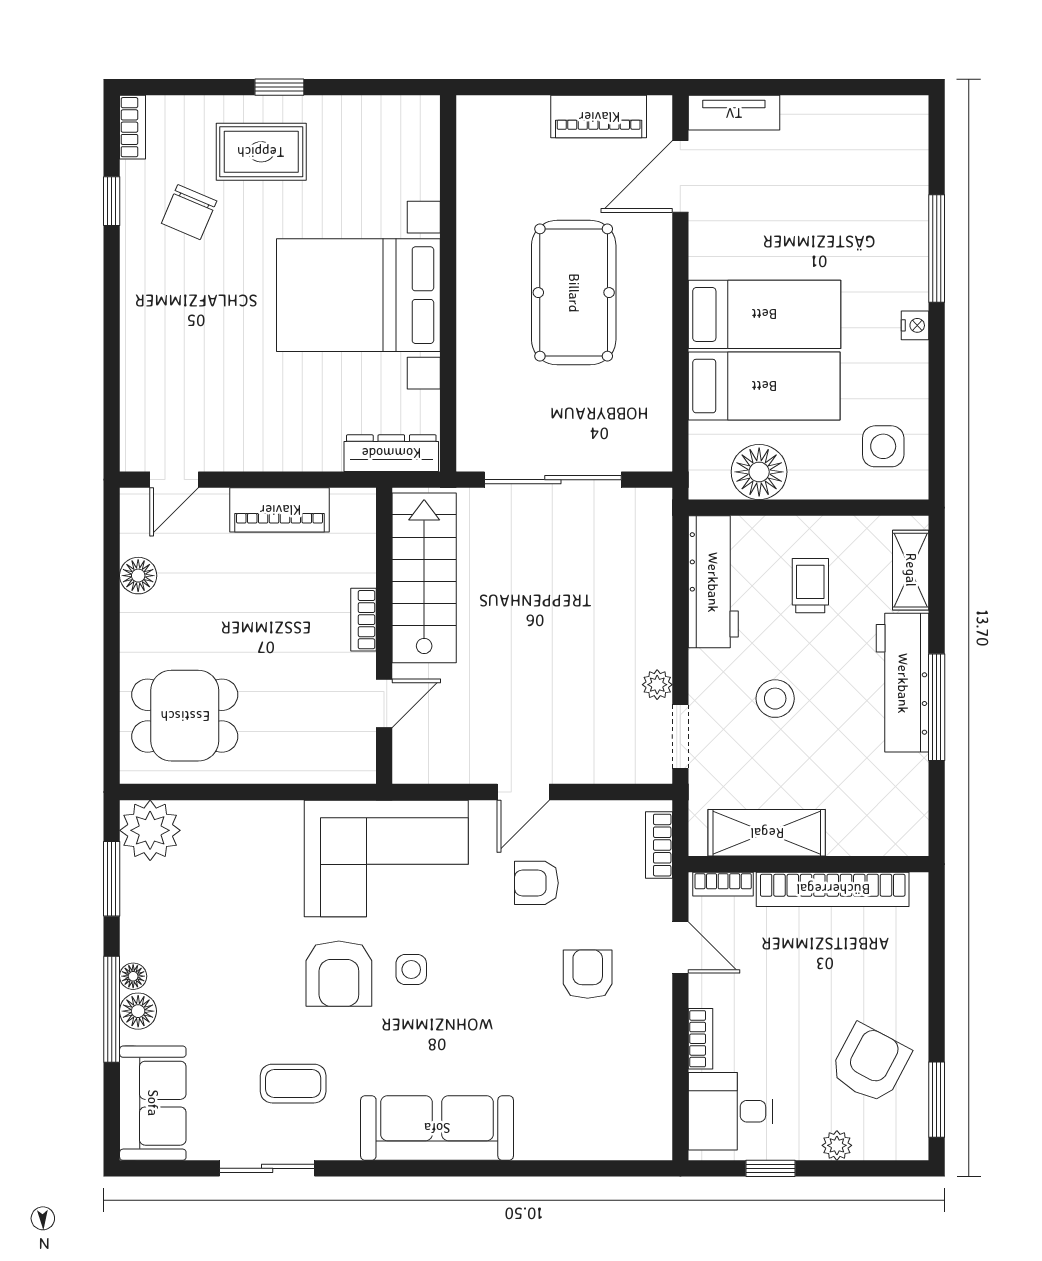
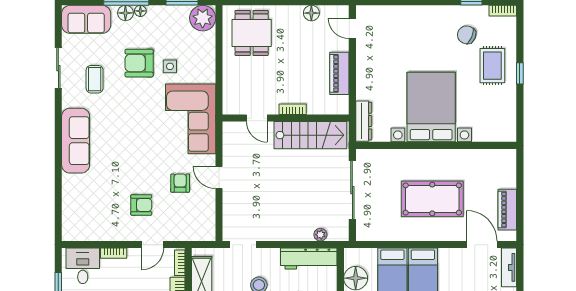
plant: (657, 685) -> (320, 235), moved
bookcase: (659, 845) -> (196, 235), removed
side table: (411, 970) -> (170, 66), moved
armchair: (339, 974) -> (139, 63), moved

